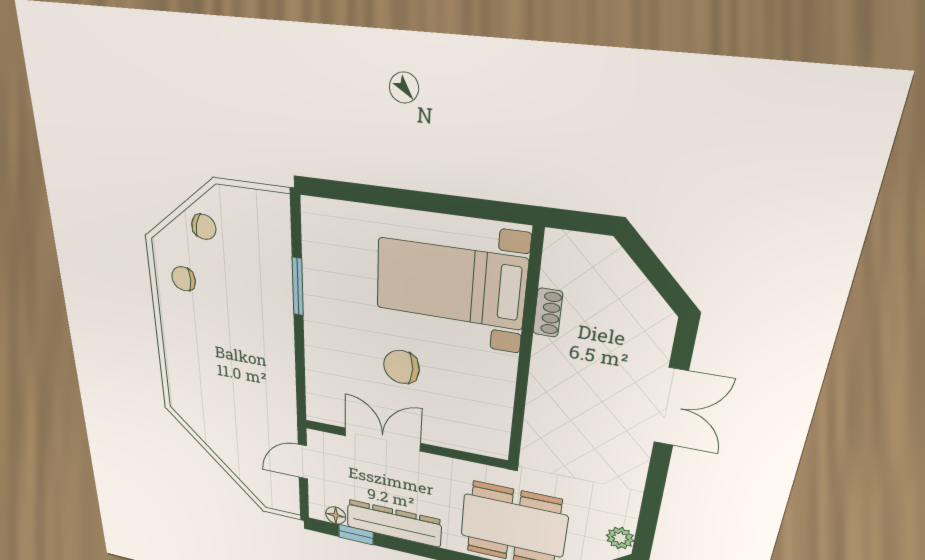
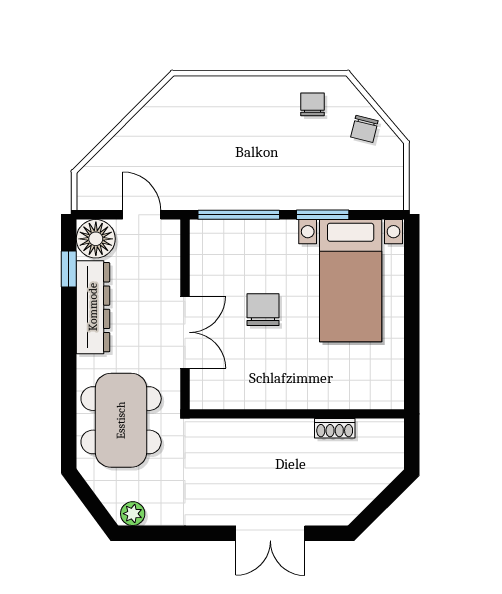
bed with nightstands: (450, 284) -> (351, 281), moved, turned 180
window: (300, 373) -> (239, 215), added
double door: (382, 439) -> (185, 332), moved
floor lamp: (336, 515) -> (96, 239), width x1.89, depth x1.89

